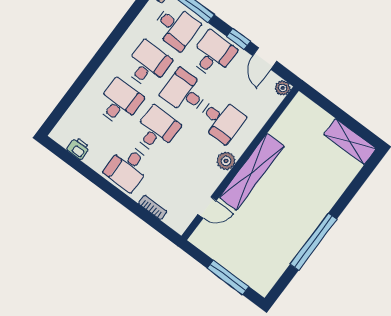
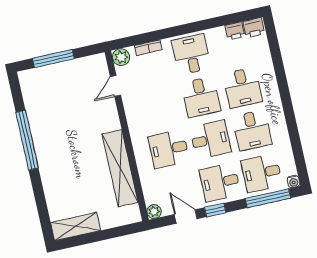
desk: (213, 55) -> (220, 182), turned 90
printer: (62, 135) -> (254, 27), added
plant: (226, 161) -> (121, 57), moved
shelving: (252, 172) -> (120, 168), moved

